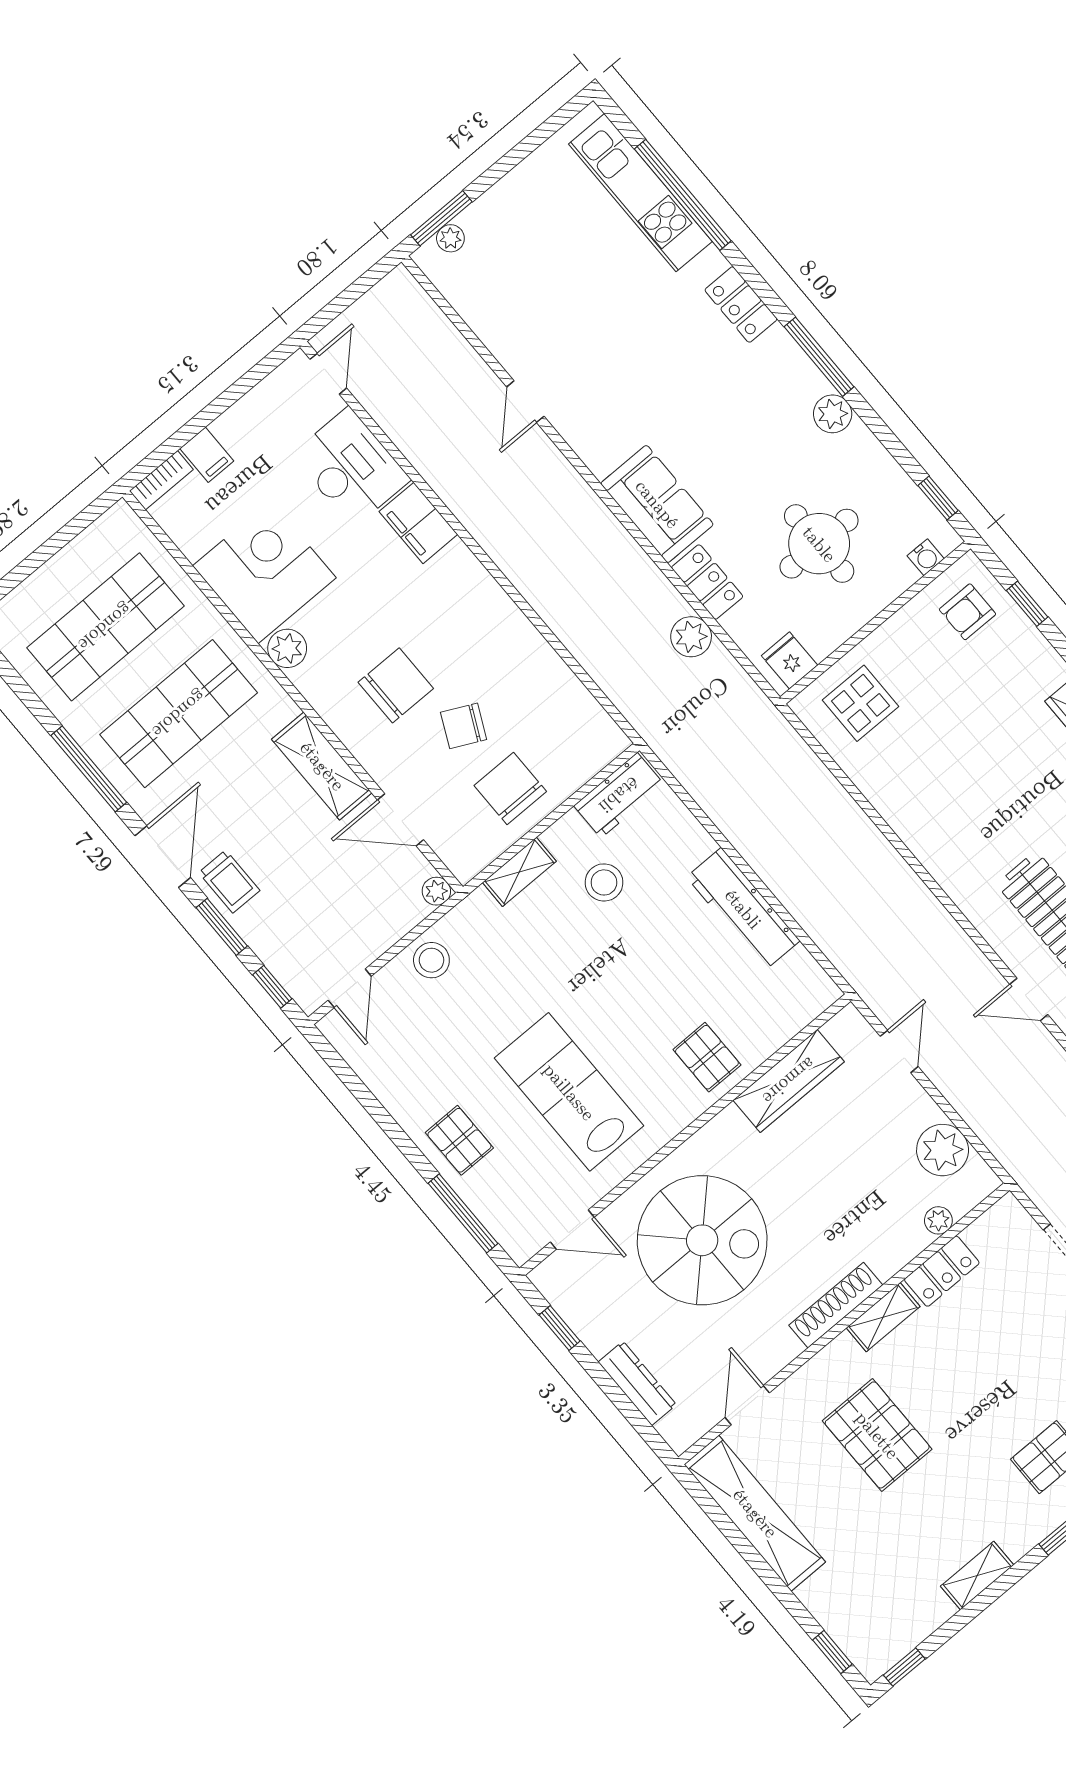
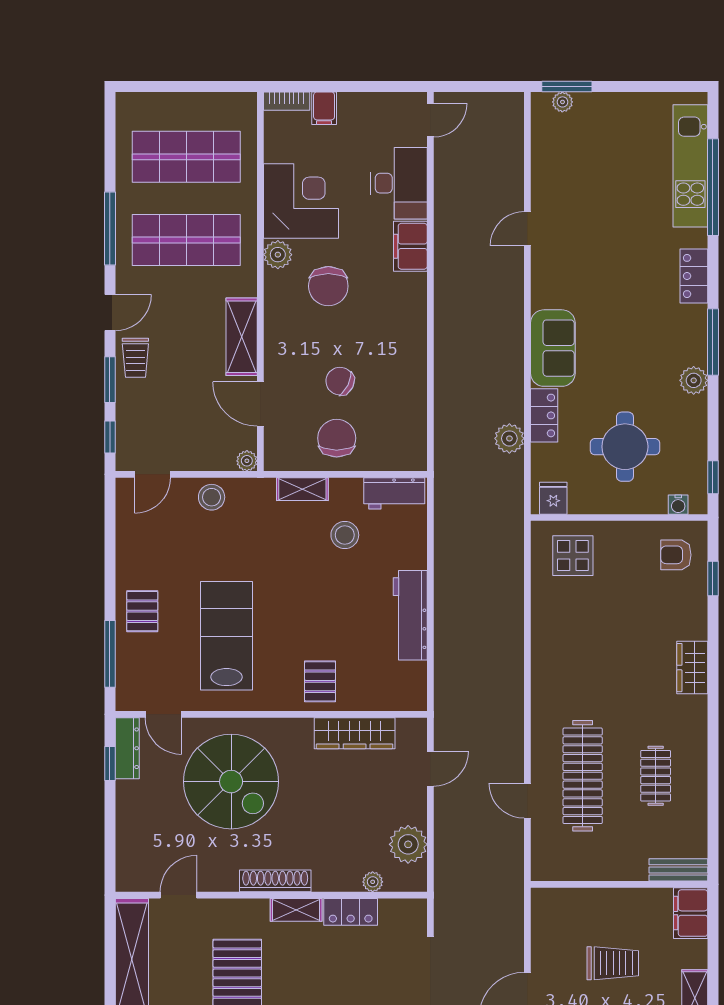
chair: (396, 685) -> (328, 286), moved, turned 90
door: (163, 857) -> (110, 313), width x0.73
dresser: (637, 1383) -> (127, 748), moved

